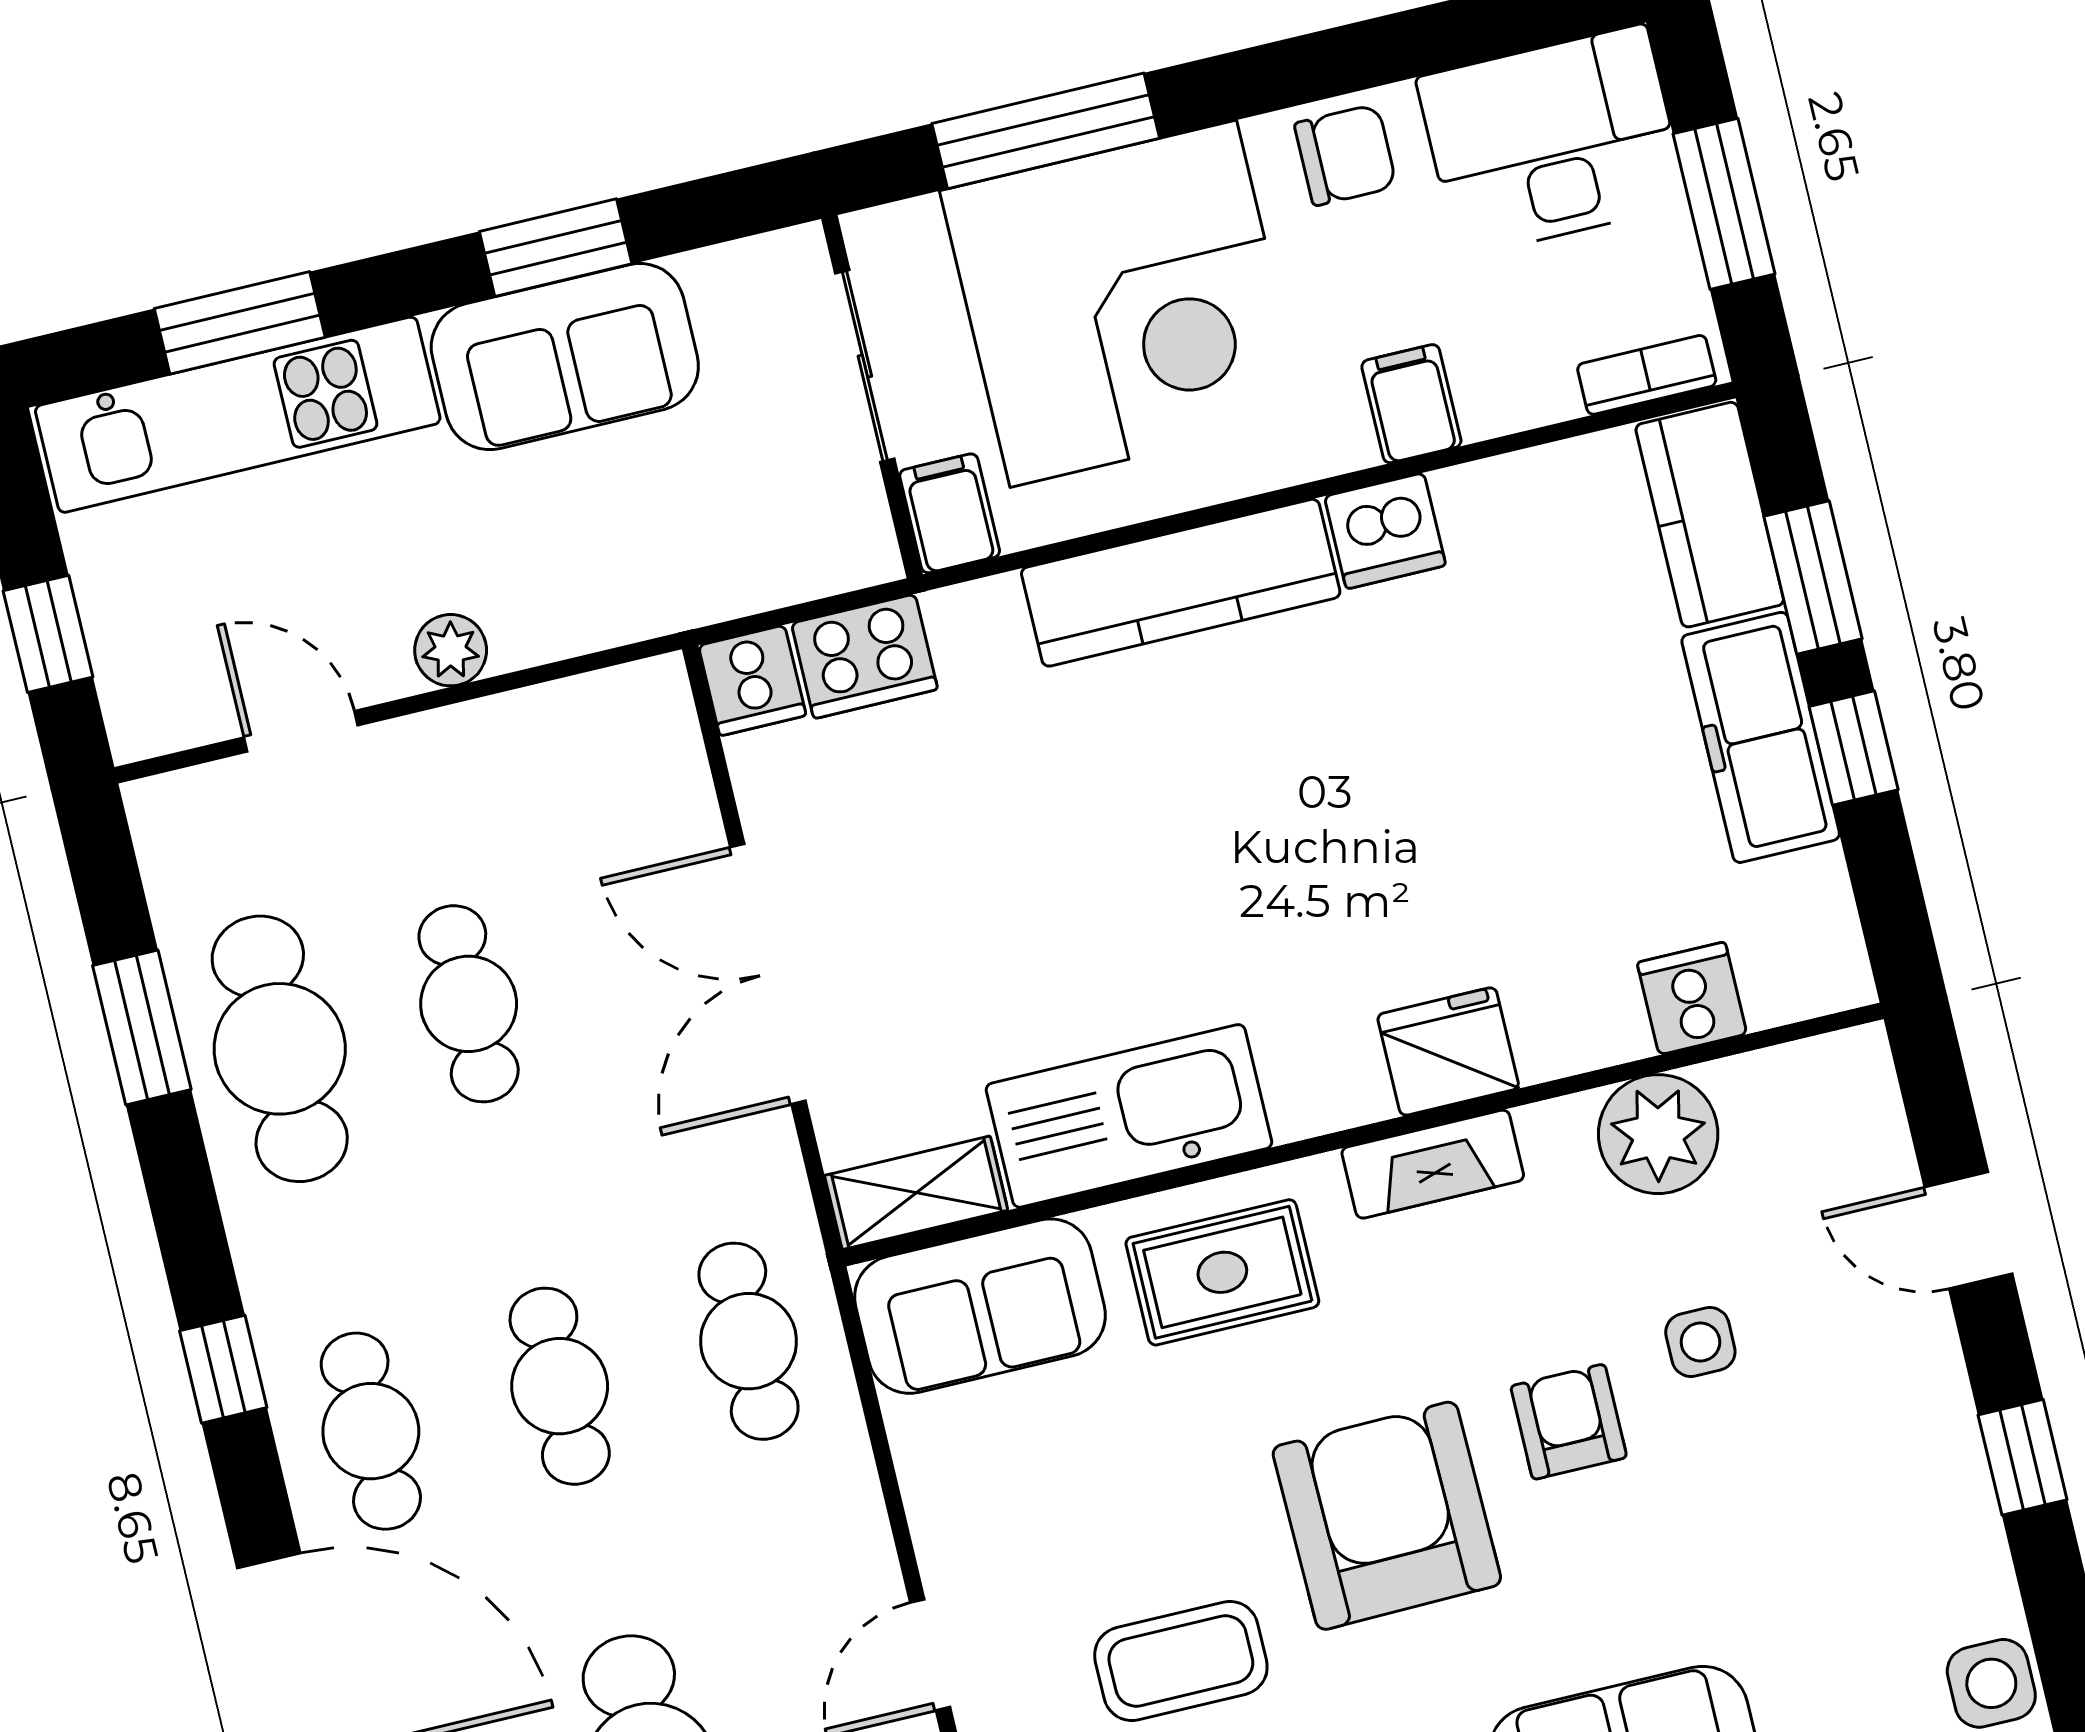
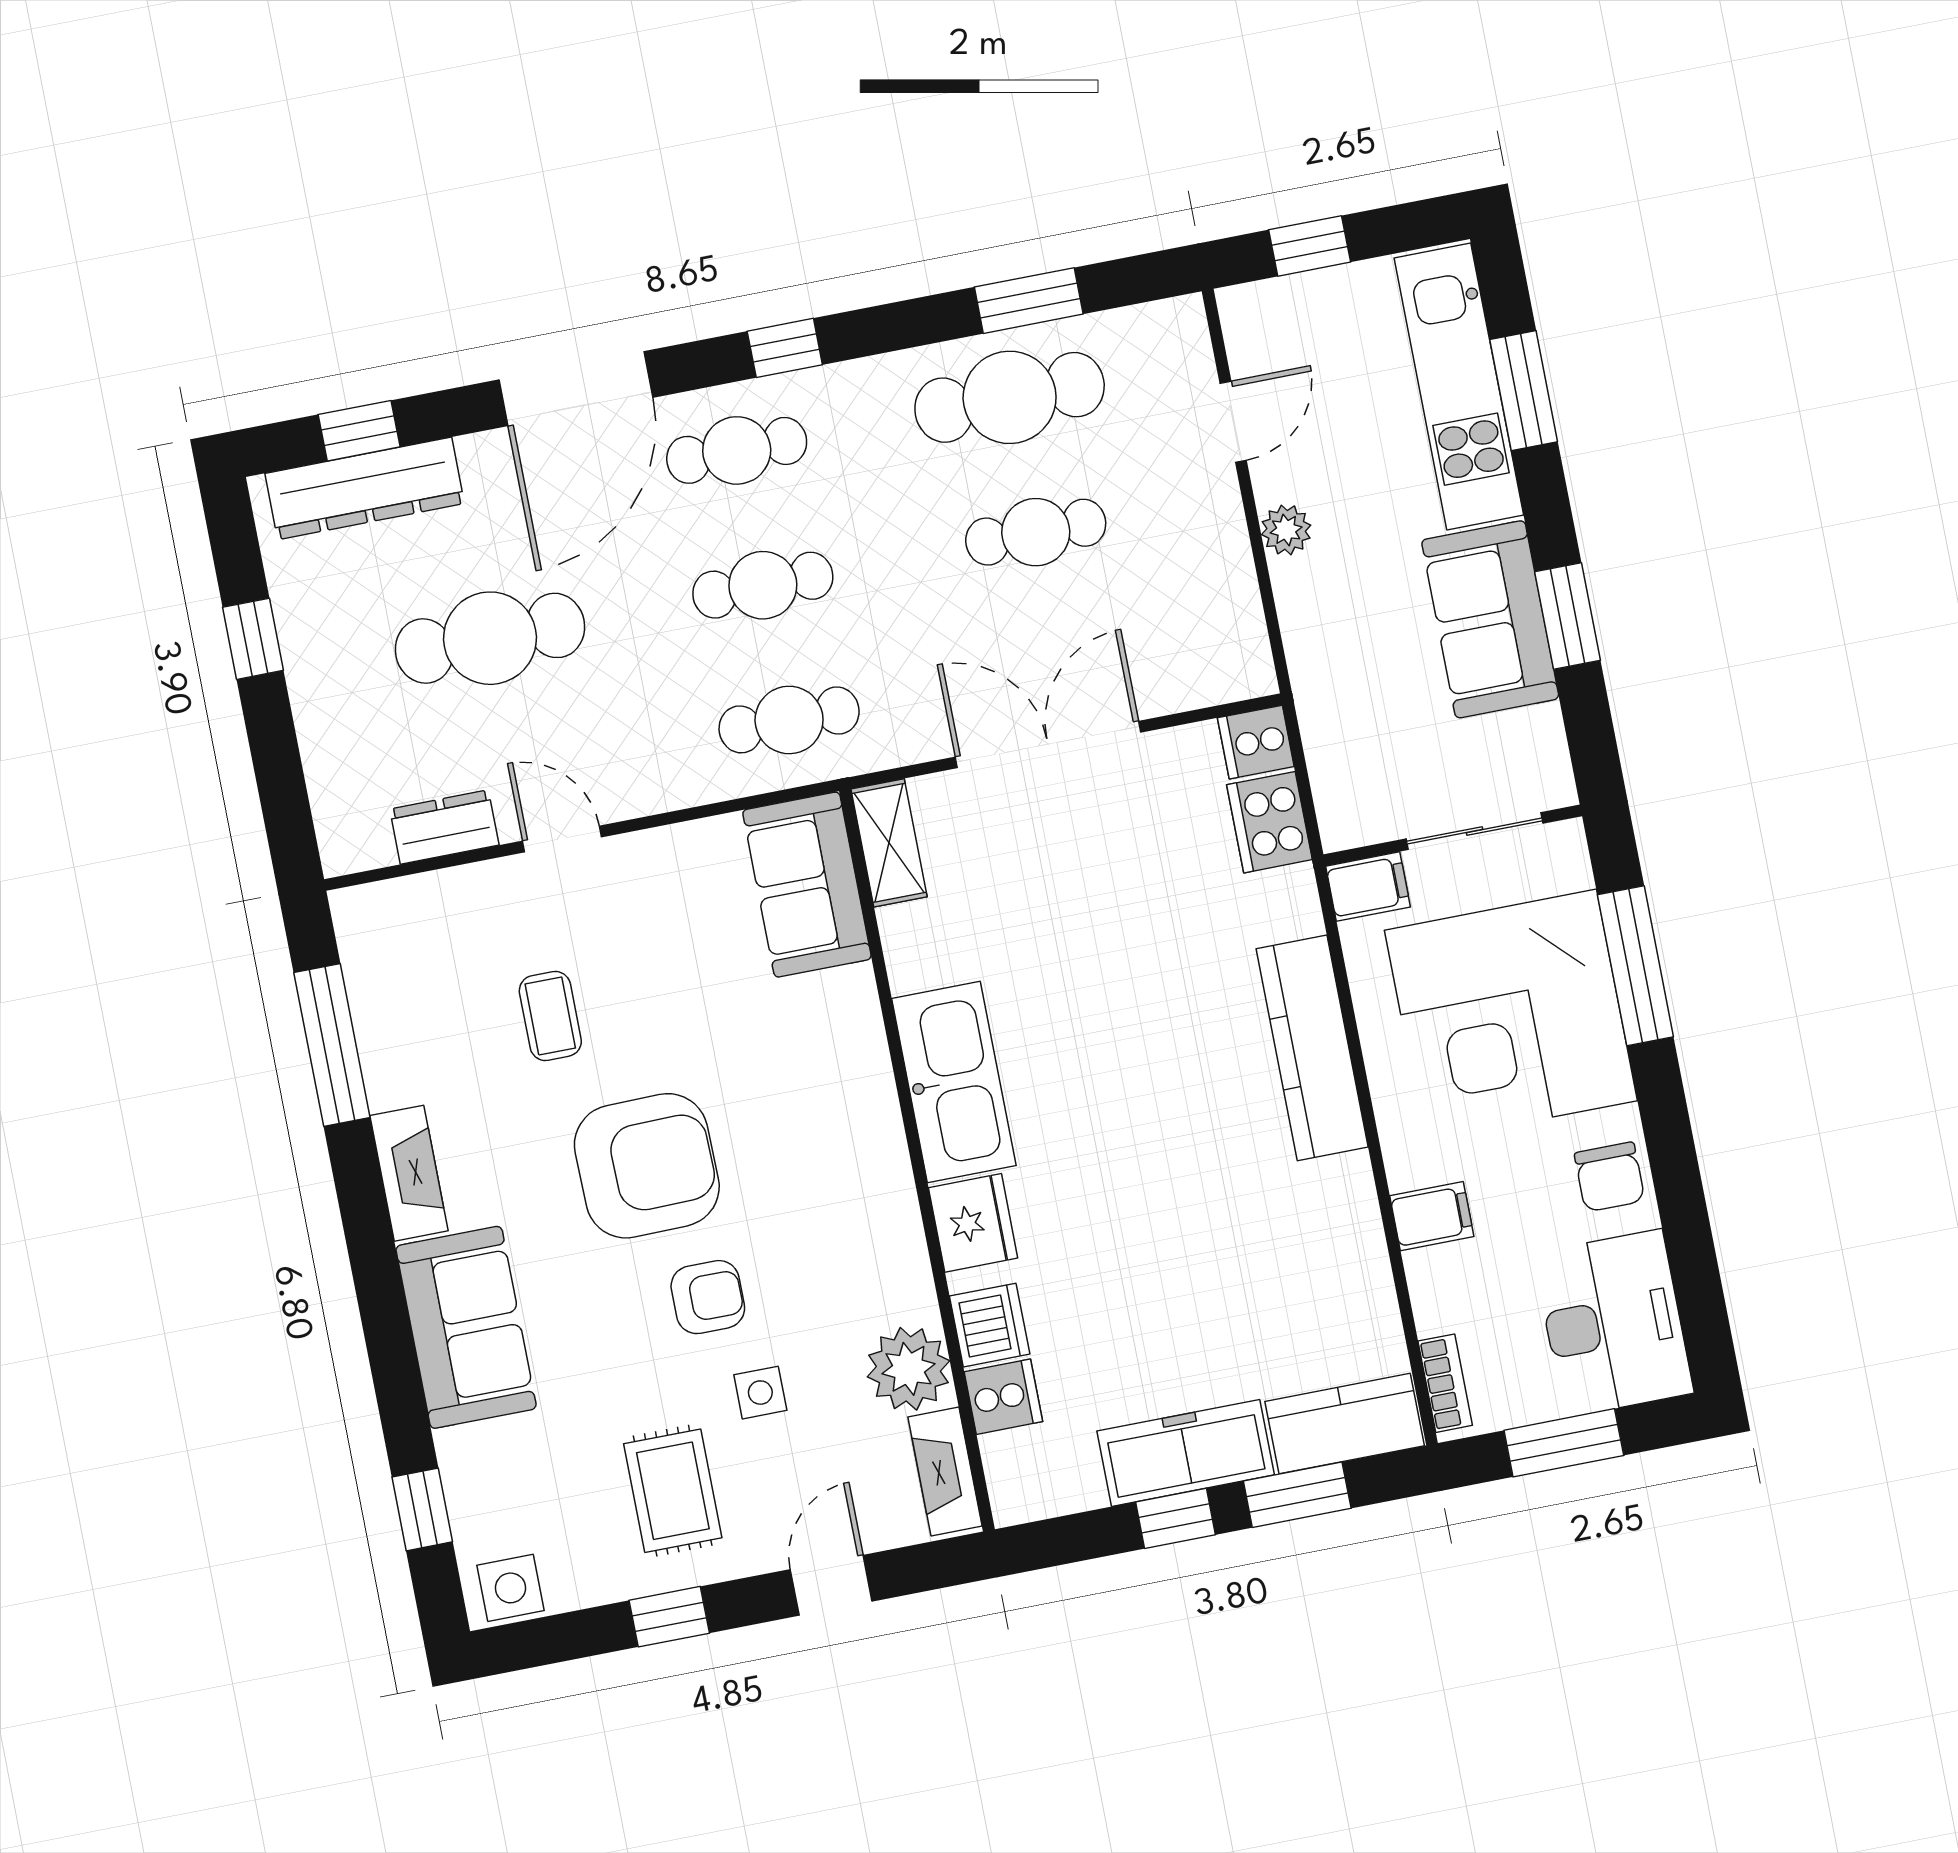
dishwasher: (1385, 531) -> (990, 1325), moved, turned 180
kitchen sink: (1129, 1116) -> (954, 1082), moved
fireplace: (1433, 1164) -> (945, 1471), moved
rug: (1222, 1272) -> (673, 1491), moved
coffee table: (1181, 1661) -> (550, 1016), width x0.73, depth x0.77

